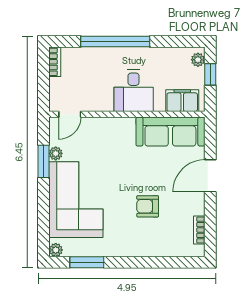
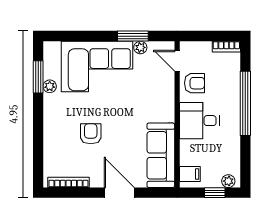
armchair: (94, 96) -> (194, 83), added
filing cabinet: (182, 101) -> (190, 174), width x0.50
bookcase: (199, 230) -> (68, 182), width x1.56
plant: (56, 250) -> (50, 86), moved

